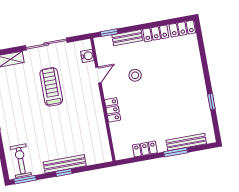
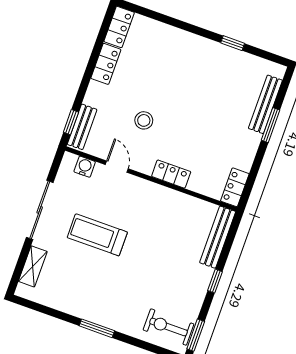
bench: (127, 38) -> (82, 127), moved
locker: (145, 149) -> (235, 187), moved
bench: (65, 164) -> (218, 237), moved

